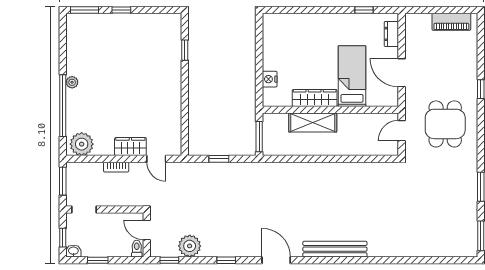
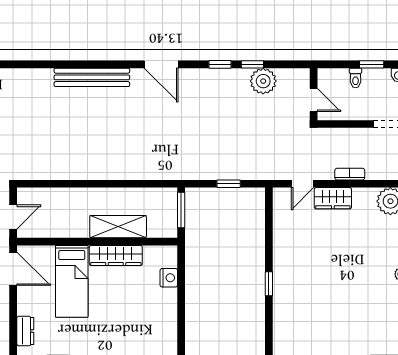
window: (185, 50) -> (269, 284), moved
door: (402, 73) -> (13, 269), moved
door: (156, 159) -> (302, 184), swing flipped
toilet: (137, 249) -> (356, 78), moved
window: (169, 260) -> (252, 64), moved

